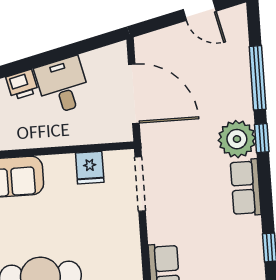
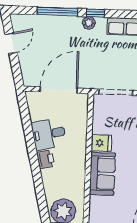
plant: (237, 139) -> (89, 23), width x0.53, depth x0.53
fridge: (90, 168) -> (101, 143), moved

